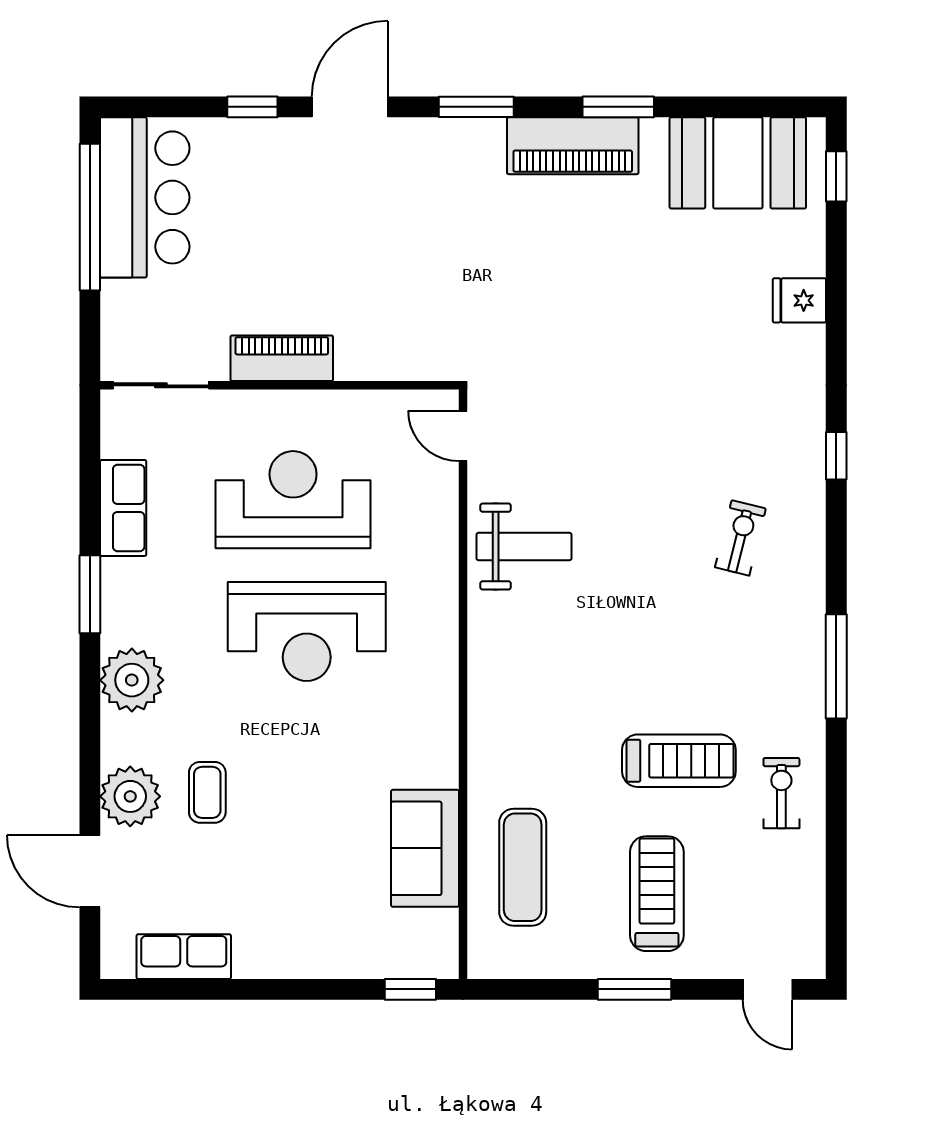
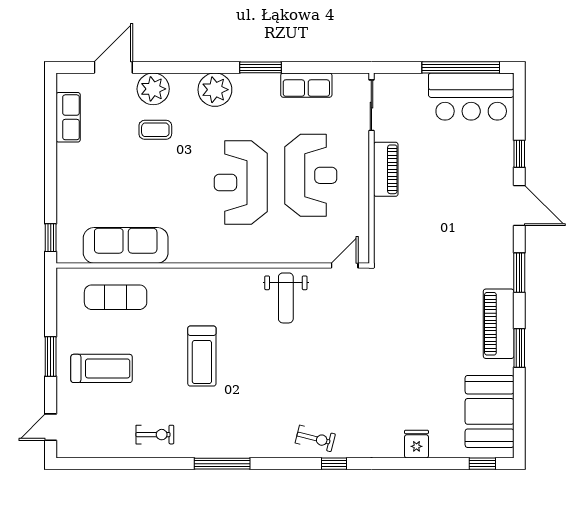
exercise bike: (740, 538) -> (315, 438), moved
treadmill: (679, 761) -> (202, 356), moved
sofa: (425, 848) -> (126, 245), width x1.36

